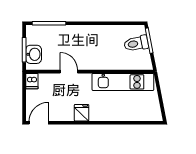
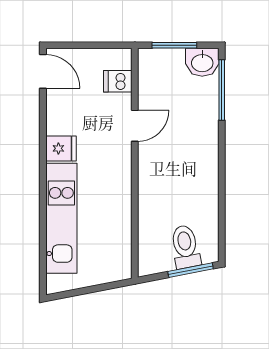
washbasin: (34, 54) -> (202, 62), moved
dishwasher: (32, 81) -> (118, 81), moved
kitchen unit: (123, 82) -> (61, 218), moved, turned 180

